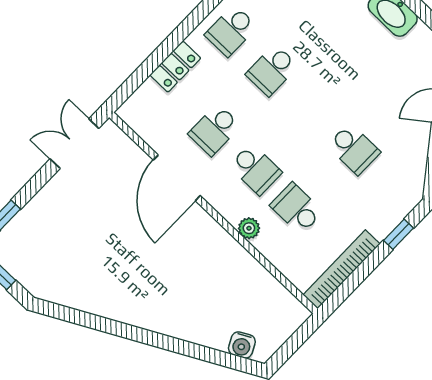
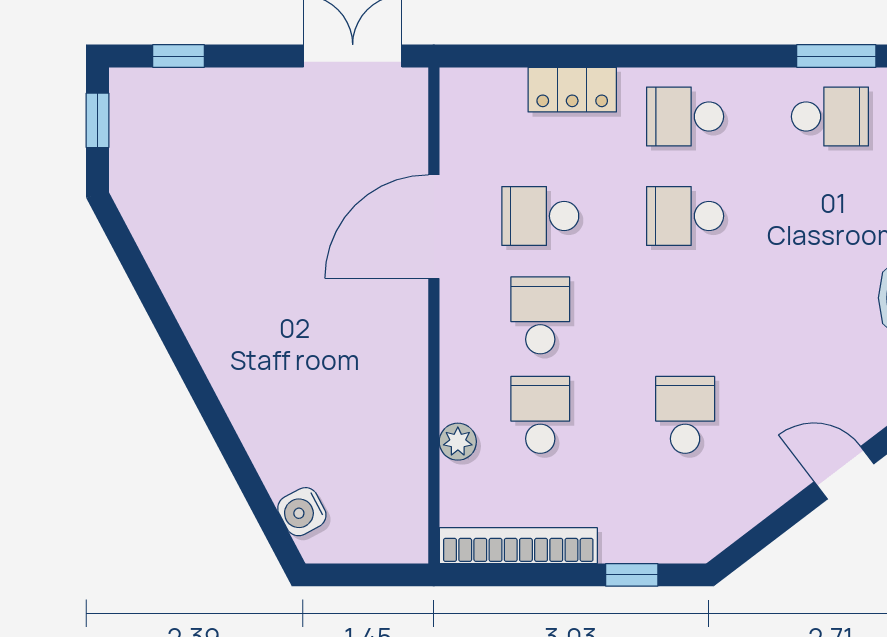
school desk: (354, 149) -> (685, 415), turned 180
school desk: (256, 169) -> (540, 315), turned 180
plant: (249, 228) -> (458, 442), moved

